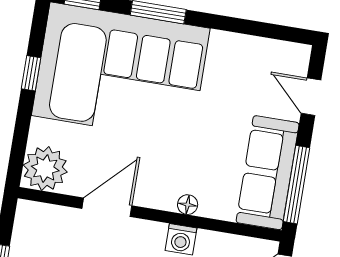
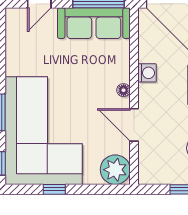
floor lamp: (188, 205) -> (124, 90), moved

